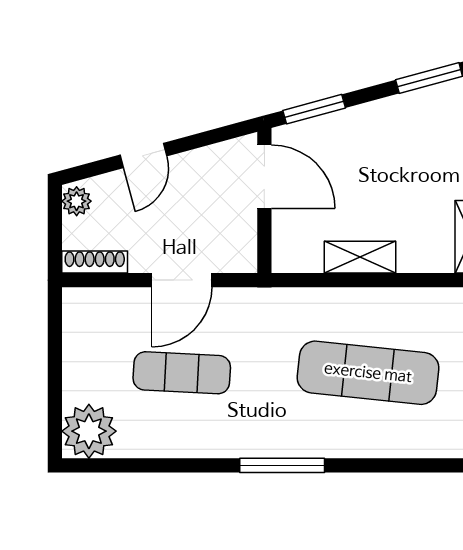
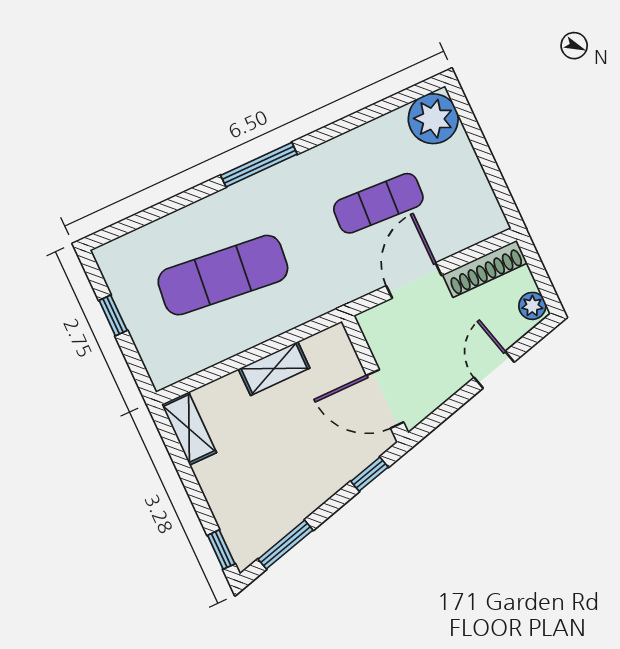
window: (314, 109) -> (370, 474), width x0.67
shoe rack: (95, 262) -> (485, 269), width x1.36, depth x1.24

